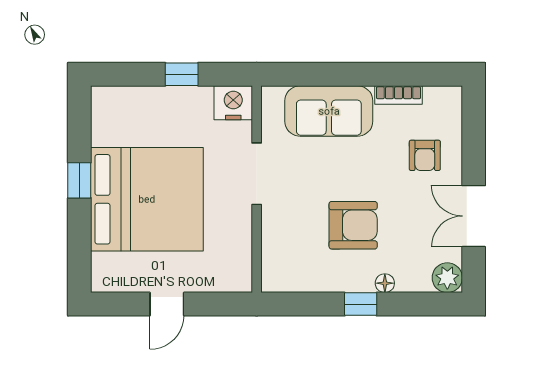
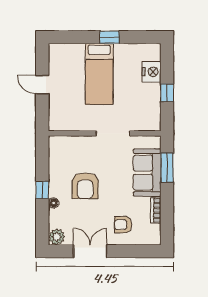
window: (320, 74) -> (167, 168), added
nightstand: (233, 103) -> (152, 72), moved
bed: (147, 199) -> (99, 74), width x0.49

